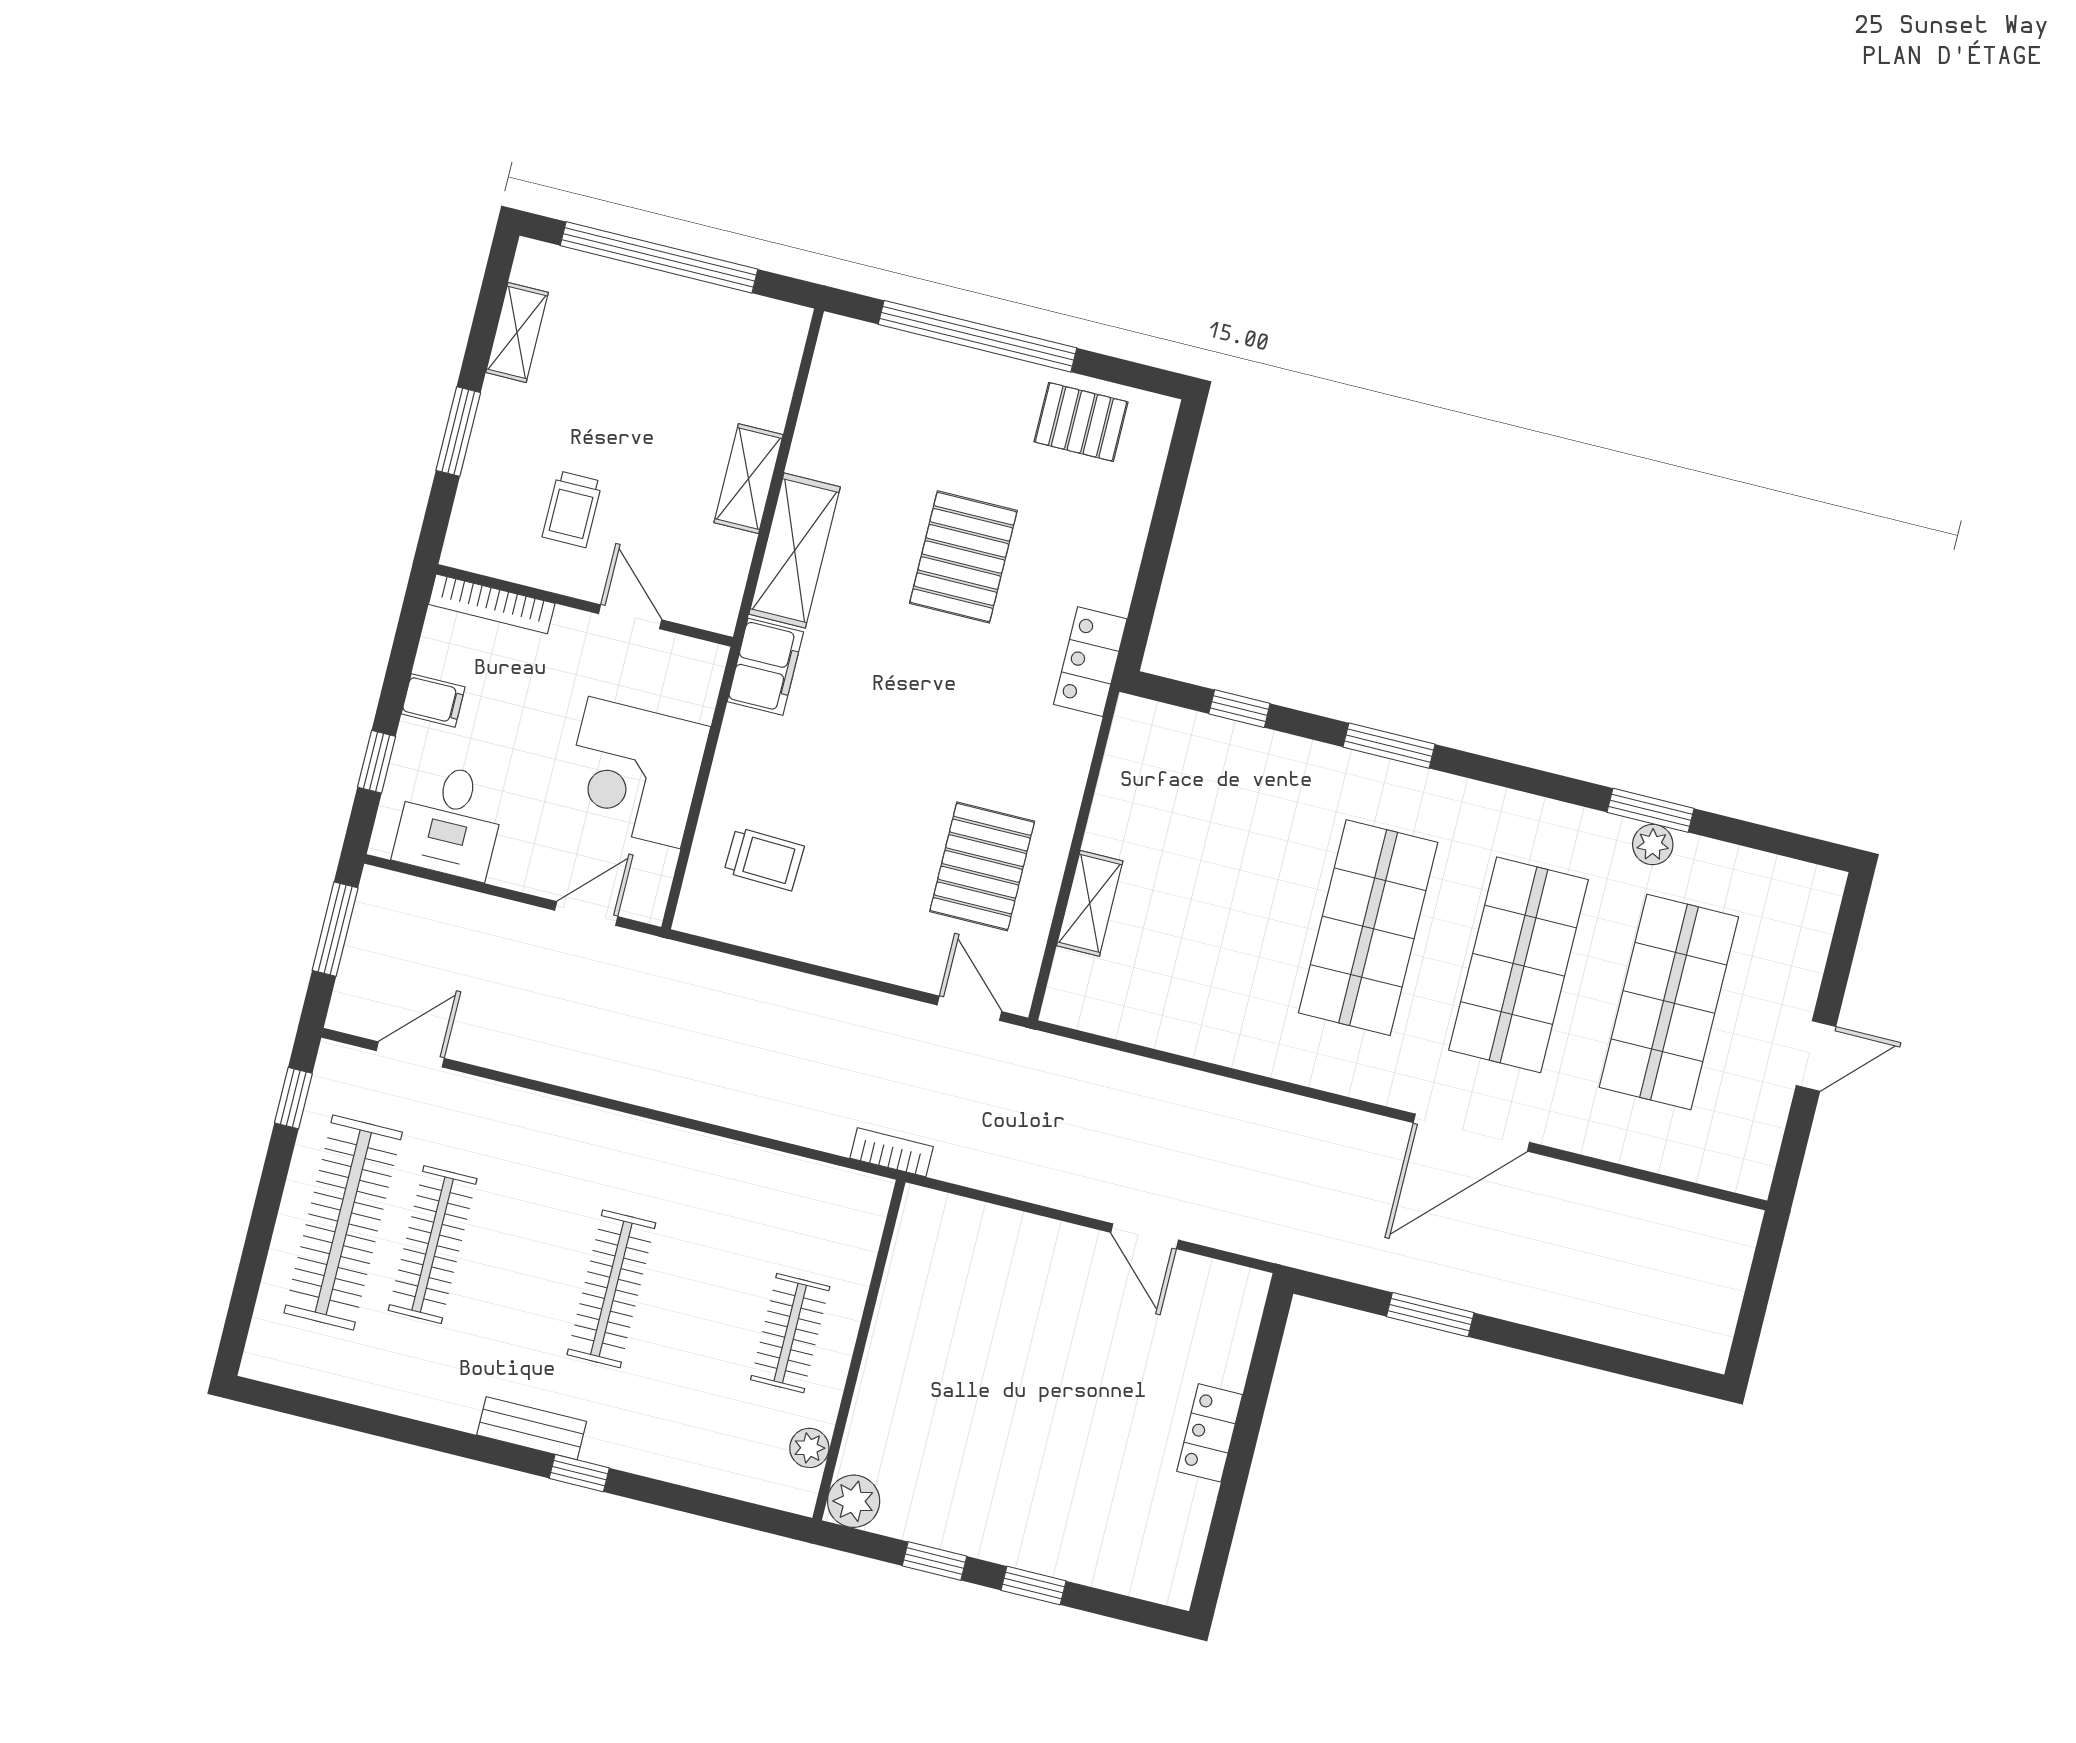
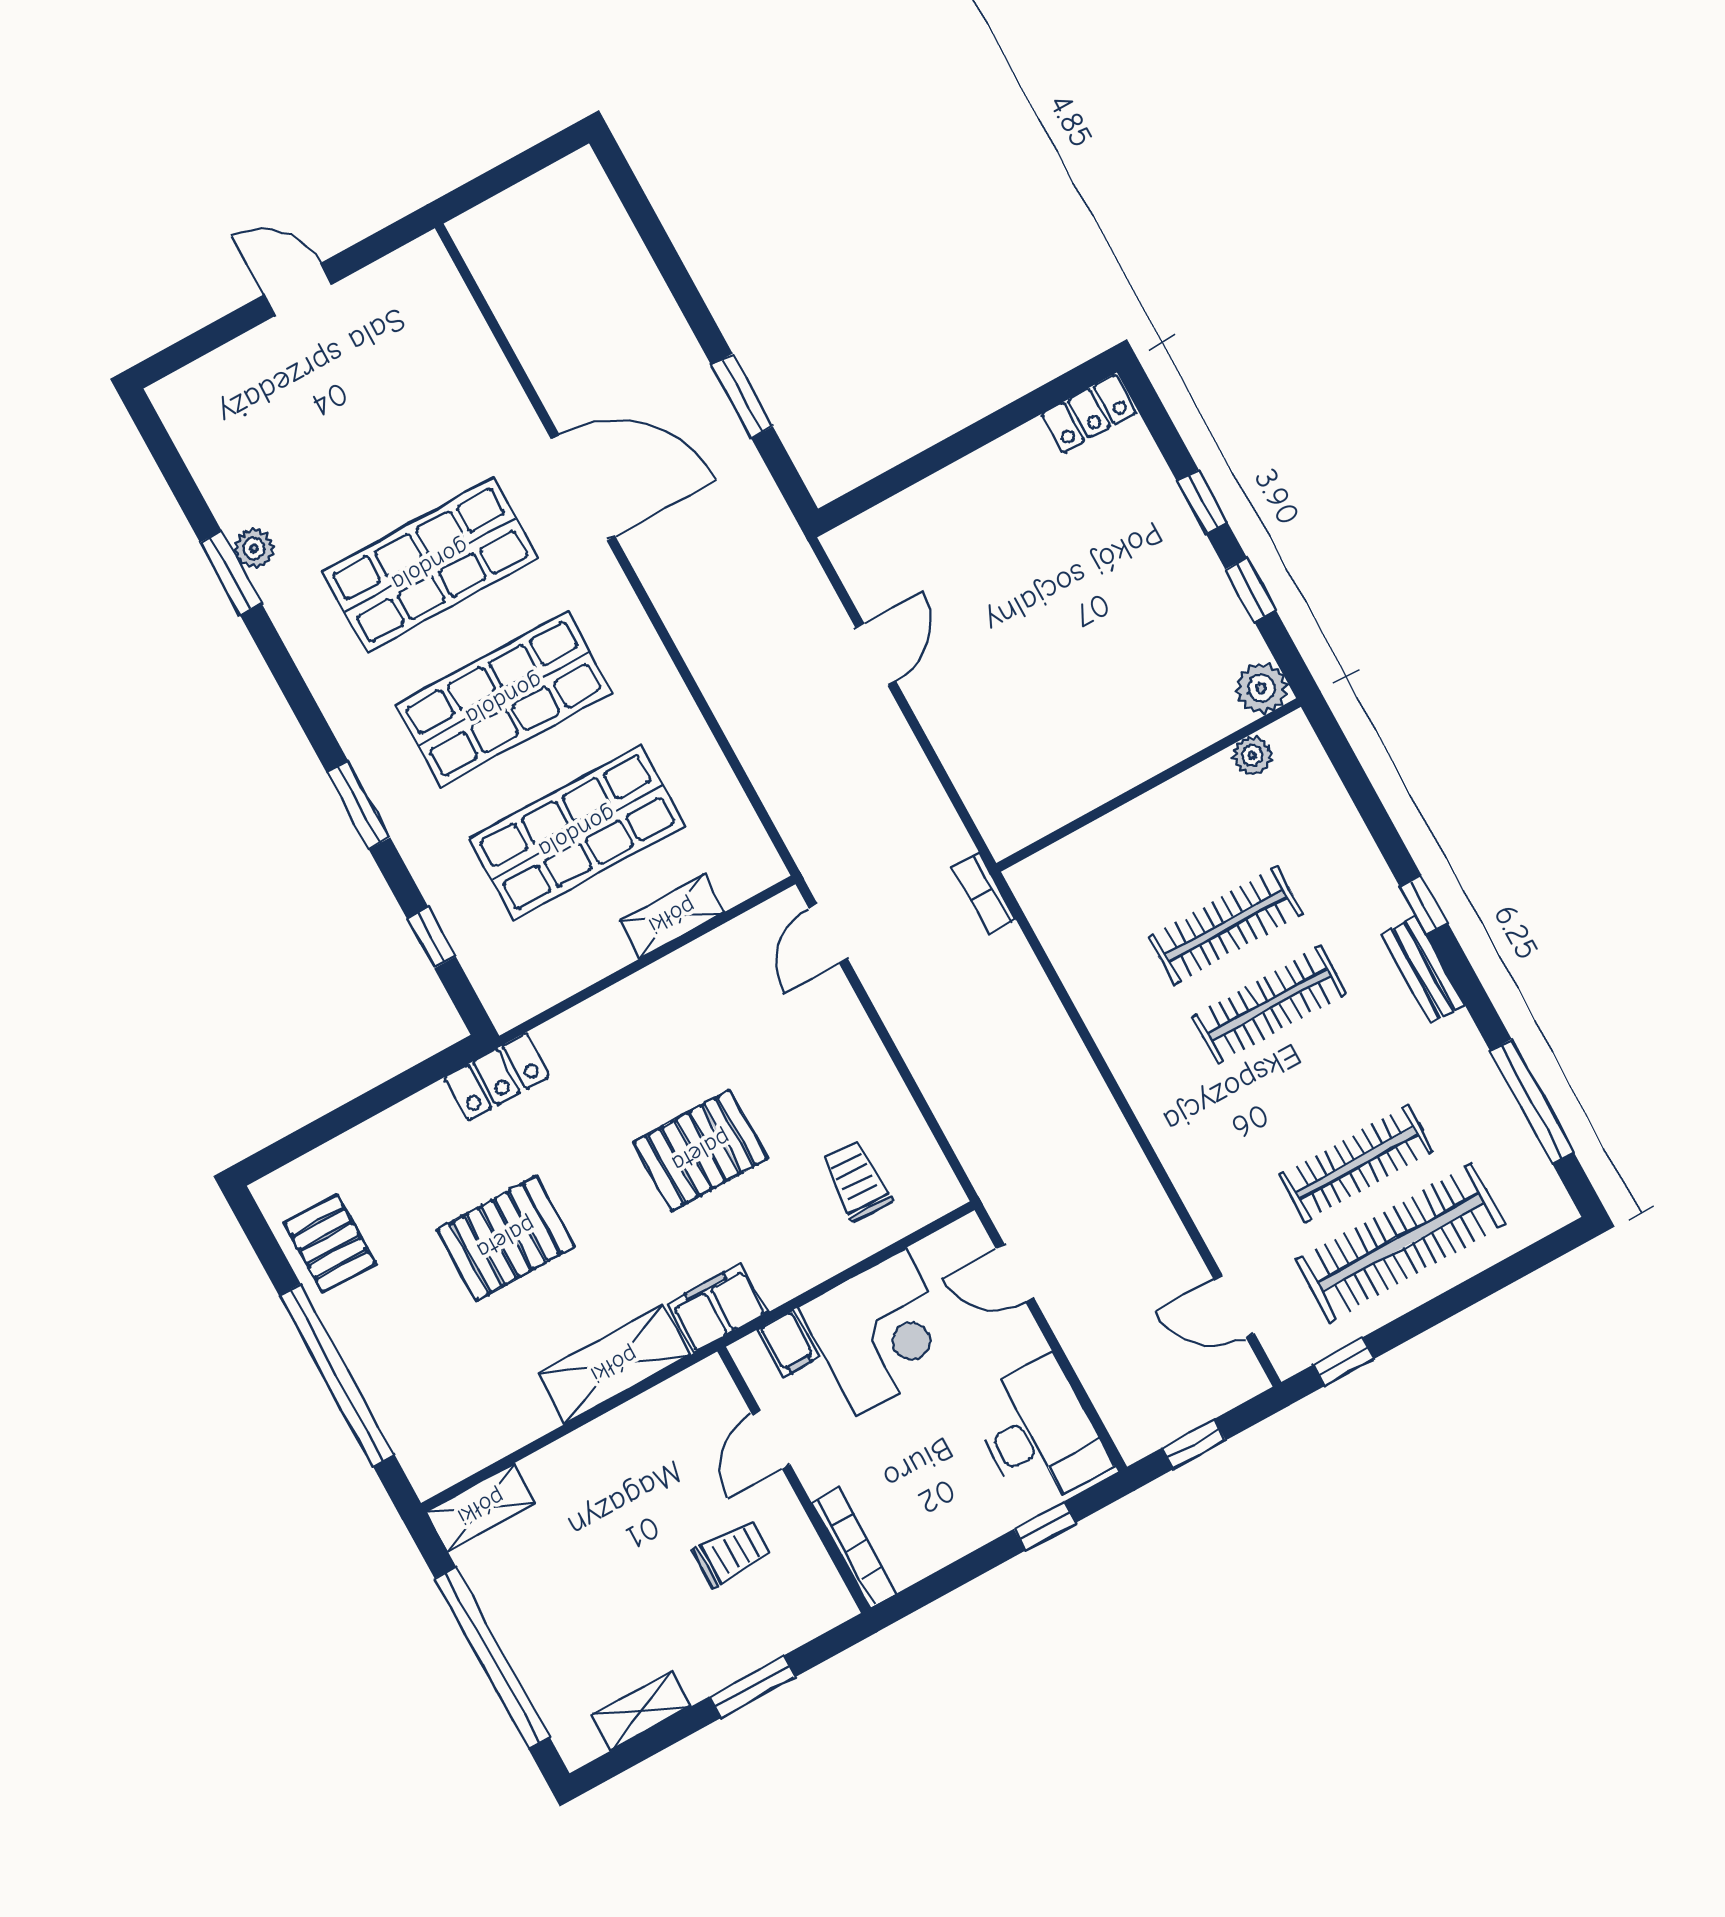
shelving: (749, 479) -> (481, 1507), moved
filing cabinet: (433, 700) -> (789, 1343), moved, turned 180
desk: (450, 821) -> (1039, 1433), width x1.37
pallet: (982, 866) -> (701, 1151), moved
window: (335, 929) -> (1194, 1444), width x0.67
shop shelf: (1669, 1002) -> (577, 832), moved
clothes rail: (790, 1333) -> (1226, 925), moved, width x1.36
window: (358, 1418) -> (1532, 1101), added
locker: (1210, 1433) -> (1089, 413), moved

